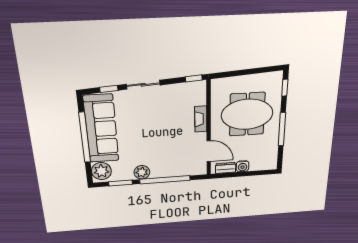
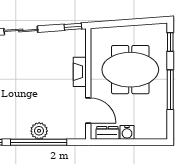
plant: (142, 172) -> (39, 131), moved

